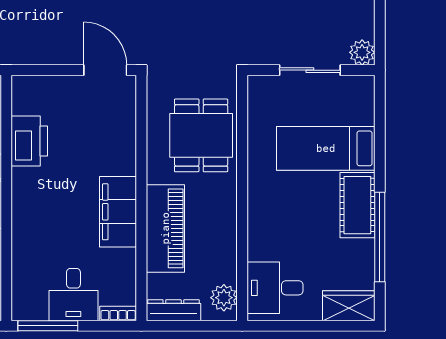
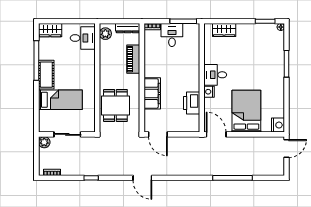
filing cabinet: (118, 212) -> (152, 93), moved
piano: (165, 228) -> (133, 59), width x0.73, depth x0.75

